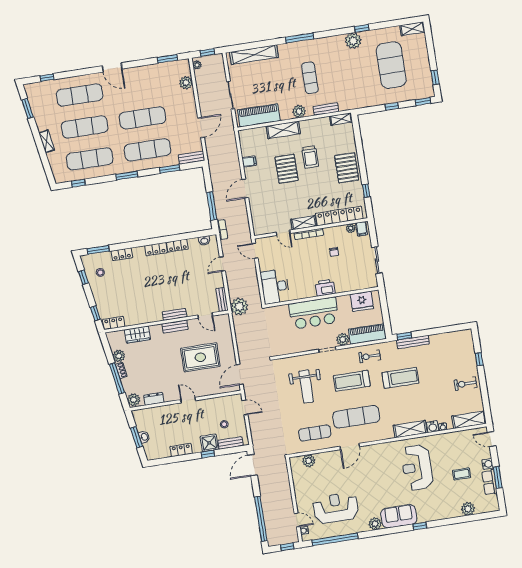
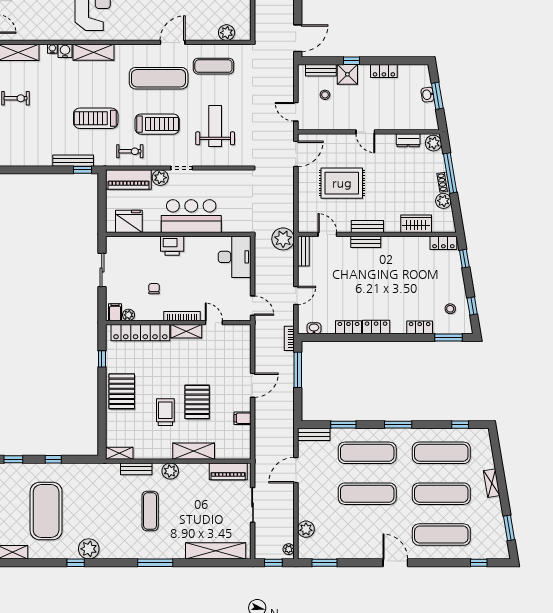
piano: (259, 115) -> (228, 471), width x0.73, depth x0.75

